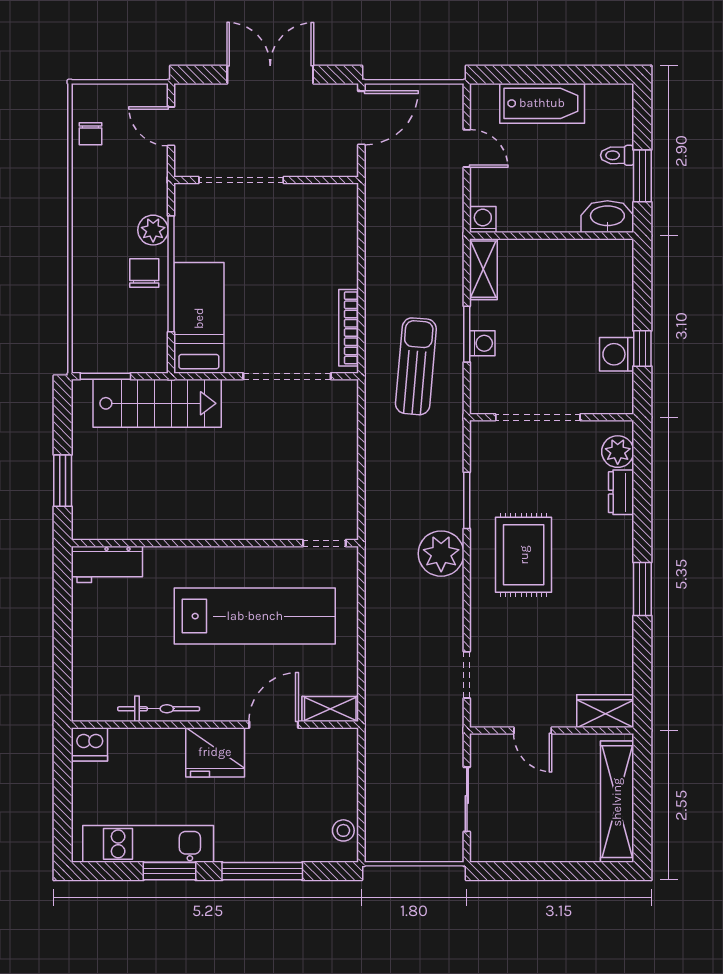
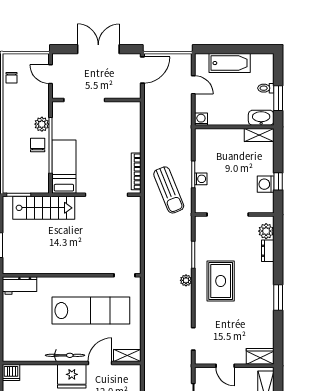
shelving: (483, 269) -> (259, 135), moved, turned 90
sun lounger: (416, 366) -> (169, 190), turned 153
plant: (441, 554) -> (186, 280), width x0.53, depth x0.53
bicycle: (159, 709) -> (65, 355), moved

